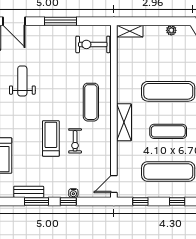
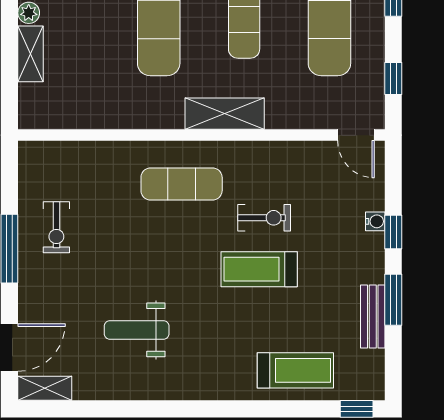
shelving: (130, 31) -> (31, 54), moved
exercise bike: (93, 44) -> (56, 227), moved, width x0.73, depth x0.72

